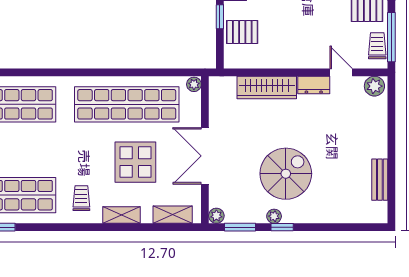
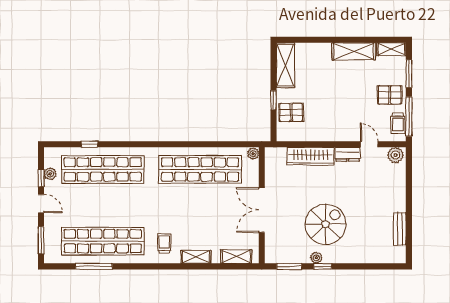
trolley: (377, 46) -> (398, 123), turned 180
display table: (135, 162) -> (207, 215), removed
plant: (216, 216) -> (271, 257), removed

